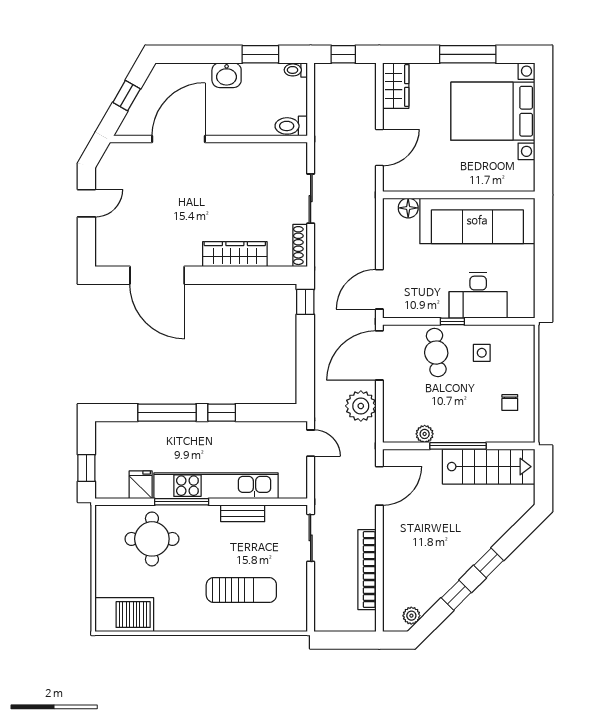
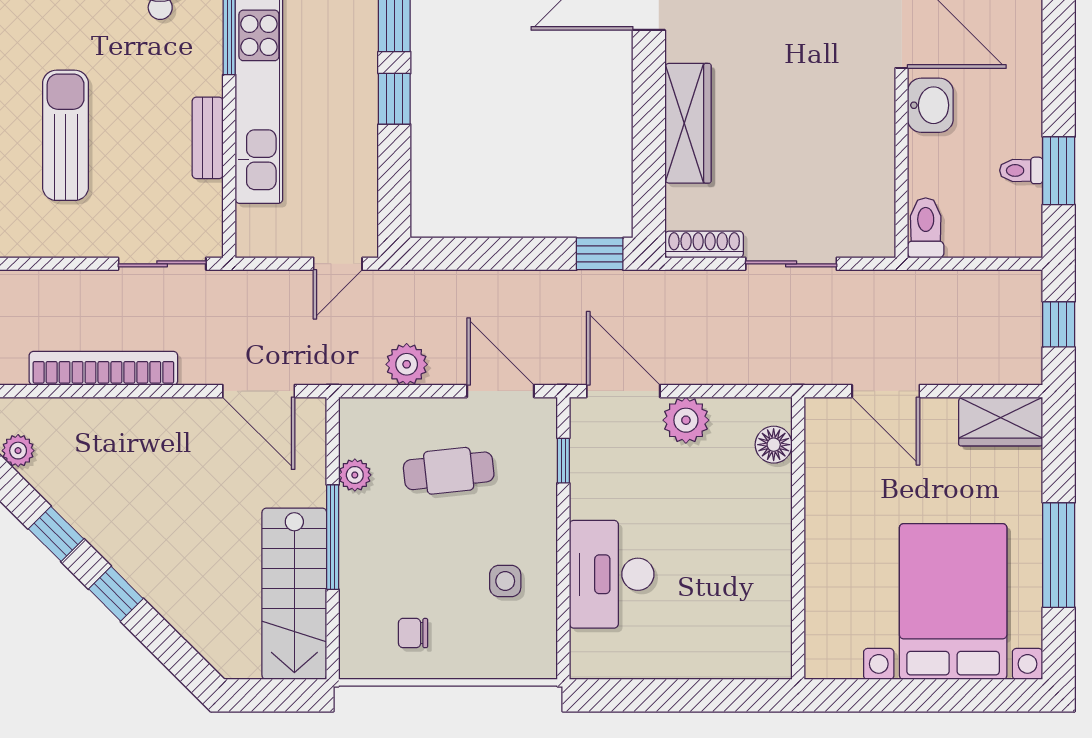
toilet: (296, 70) -> (1021, 170), moved, turned -90
washbasin: (227, 75) -> (930, 105), moved, turned 180
sofa: (477, 221) -> (750, 573), removed
plant: (395, 255) -> (686, 420), added
window: (452, 321) -> (563, 461), moved
cafe table: (436, 353) -> (449, 471), moved
door: (379, 355) -> (500, 391), width x0.73
plant: (361, 406) -> (407, 364), width x0.73, depth x0.73
sun lounger: (241, 590) -> (66, 135), turned 180

